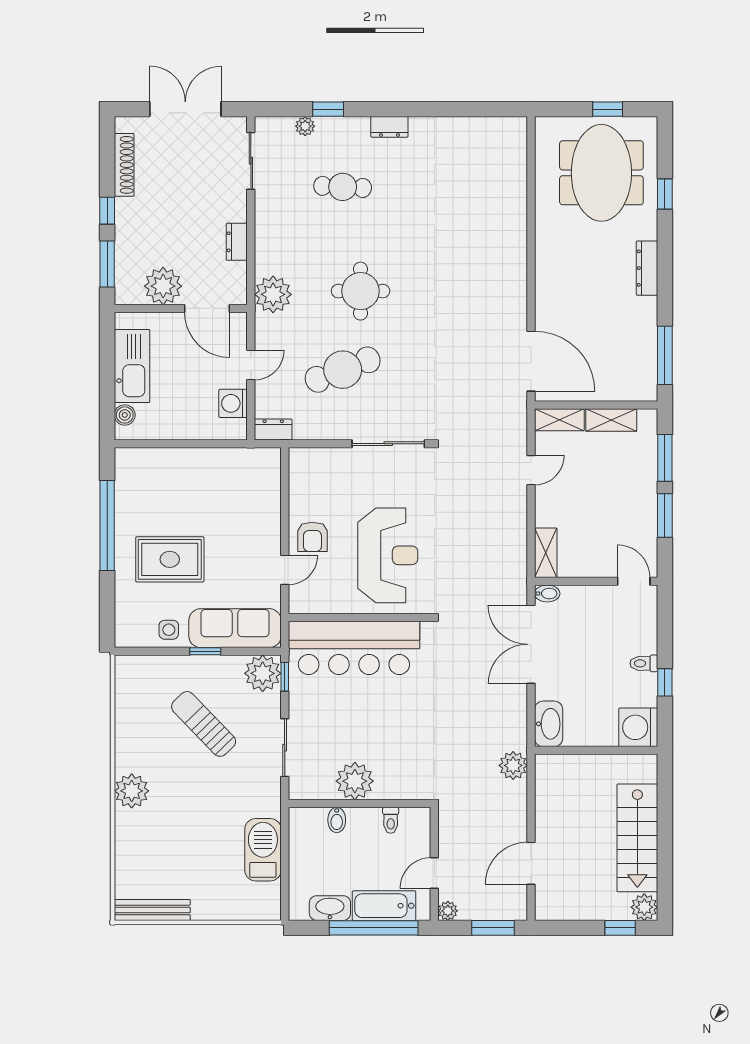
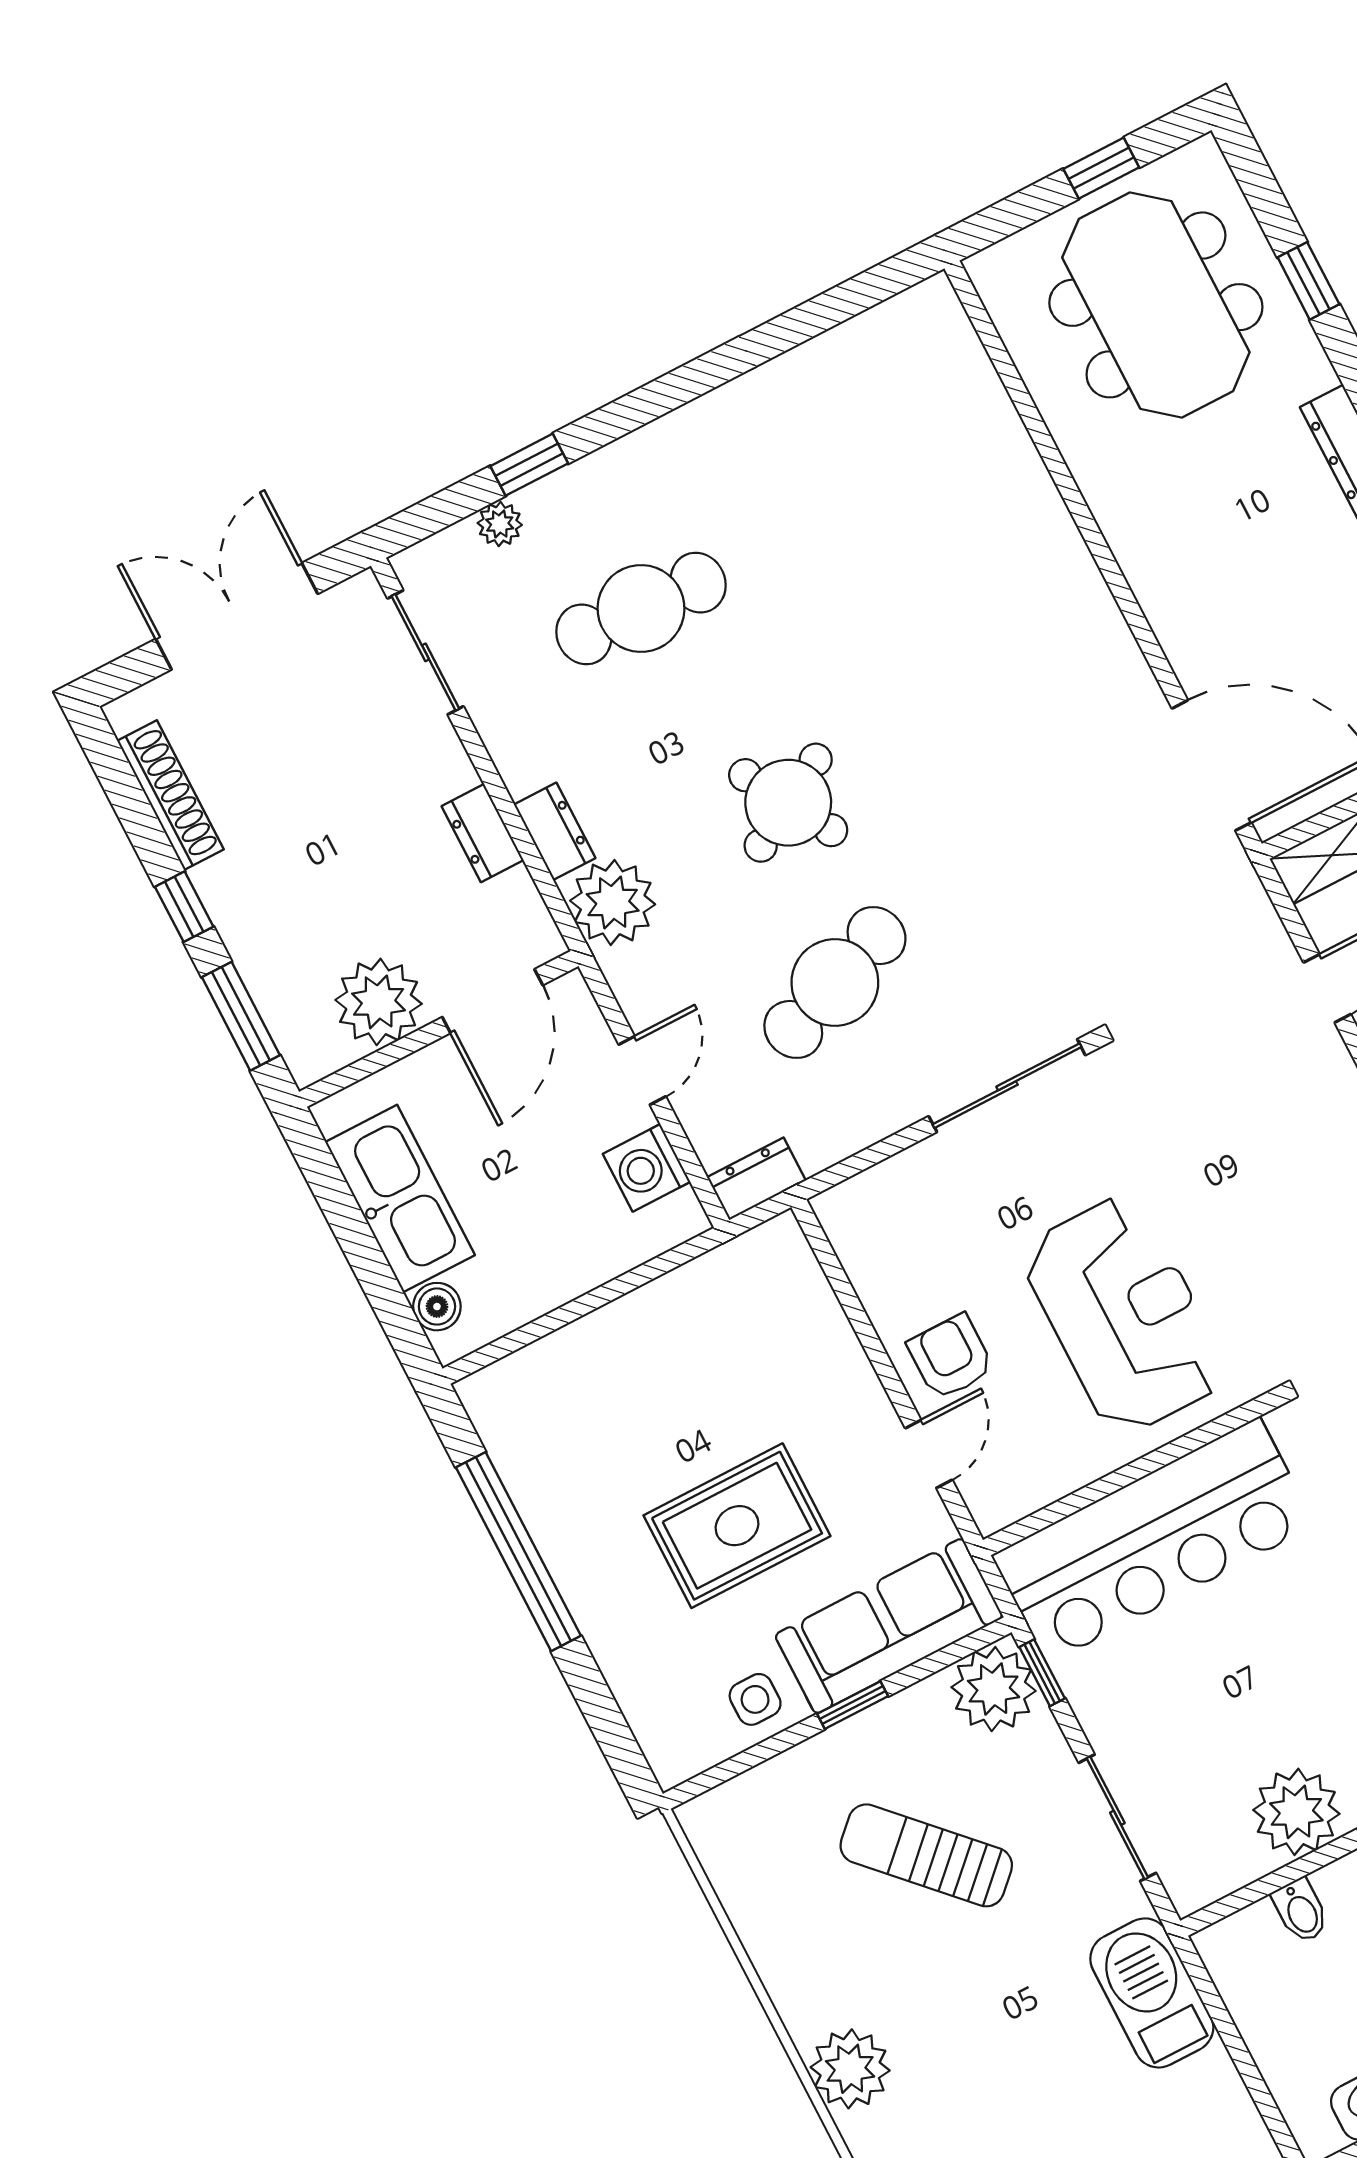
dresser: (389, 127) -> (555, 831), moved, turned -90
cafe table: (343, 187) -> (641, 609), width x1.37, depth x1.35
round table: (361, 291) -> (788, 803), turned -30
door: (207, 308) -> (492, 1001), hinge flipped
armchair: (312, 537) -> (951, 1357), turned 180
rug: (170, 559) -> (737, 1526), moved
barbecue: (263, 850) -> (1152, 1993), moved

